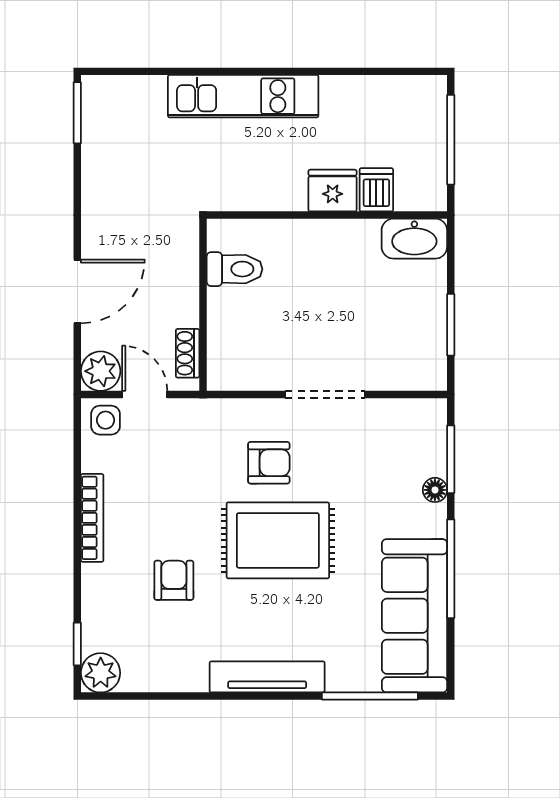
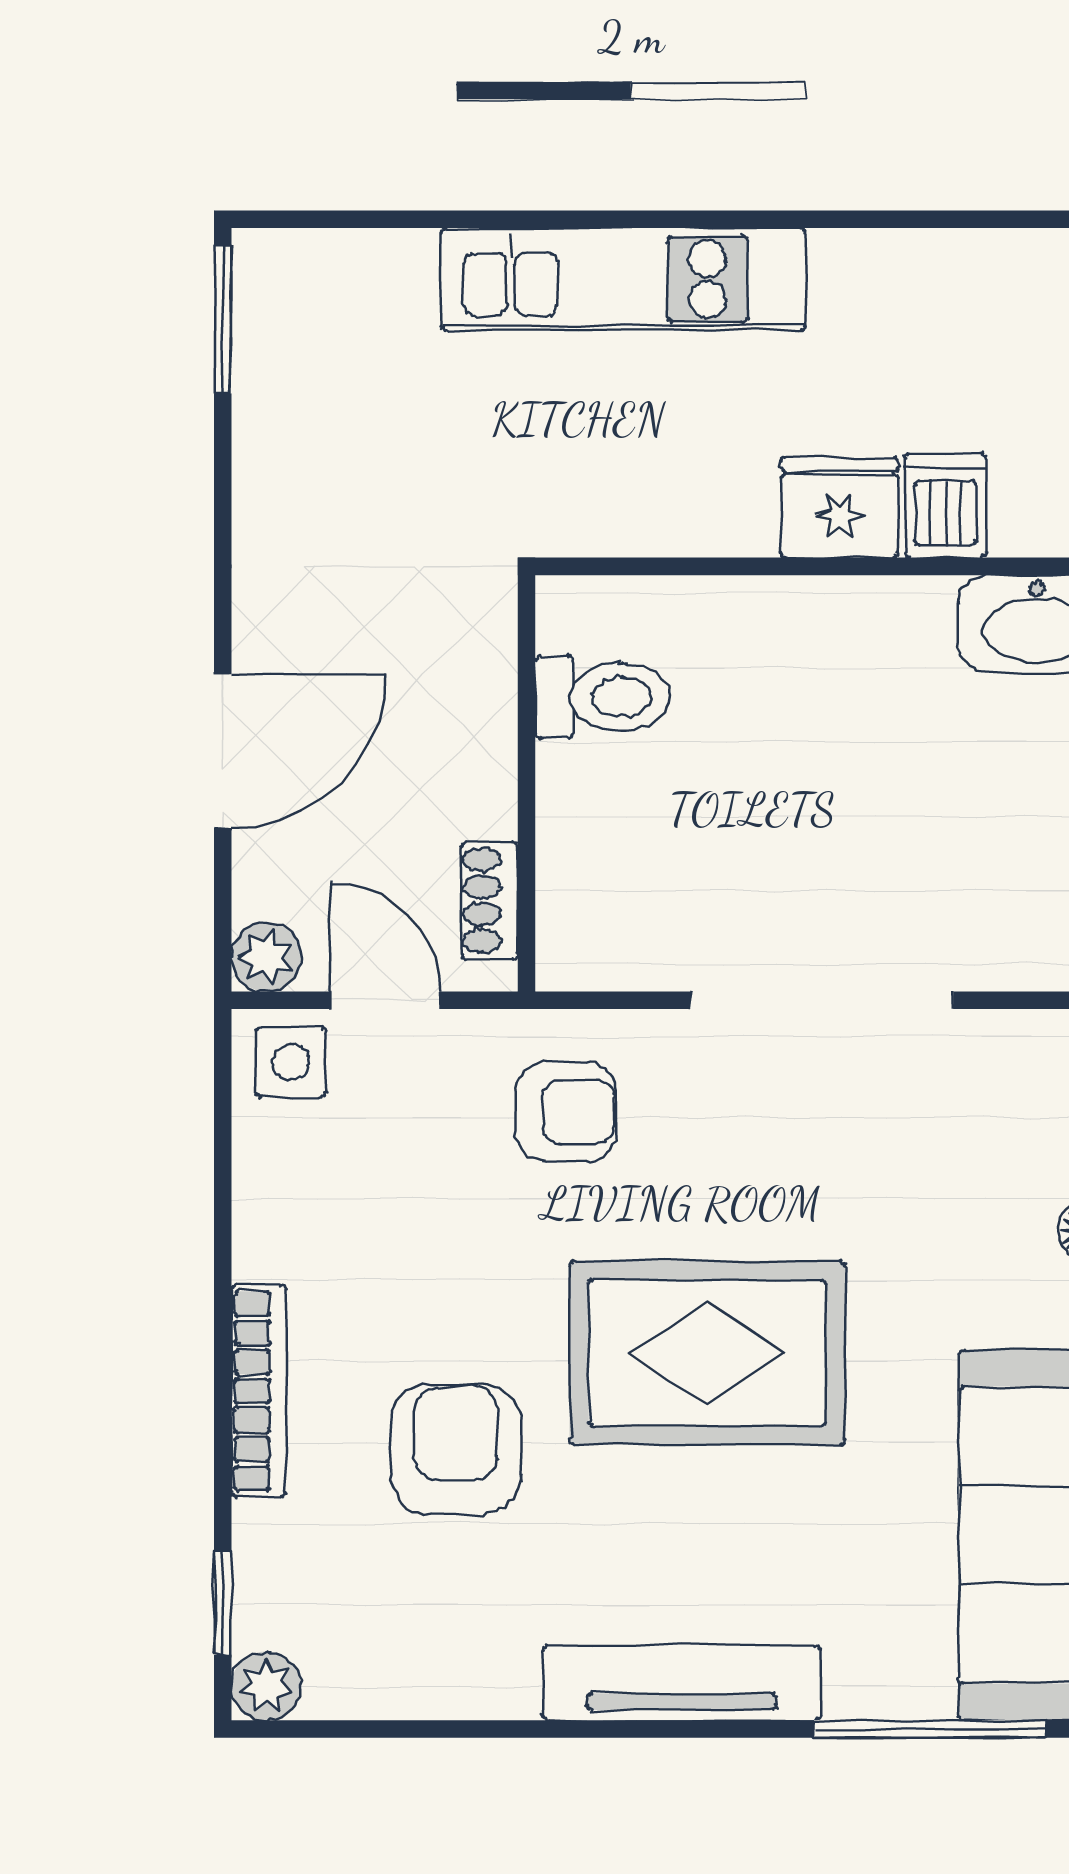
plant: (101, 371) -> (266, 957), width x0.73, depth x0.73
doorway: (325, 394) -> (822, 1000), width x1.36
armchair: (269, 463) -> (566, 1112), moved
bookcase: (92, 518) -> (259, 1391), moved
armchair: (174, 580) -> (456, 1449), width x1.38, depth x1.38
plant: (101, 673) -> (266, 1686), width x0.73, depth x0.73

